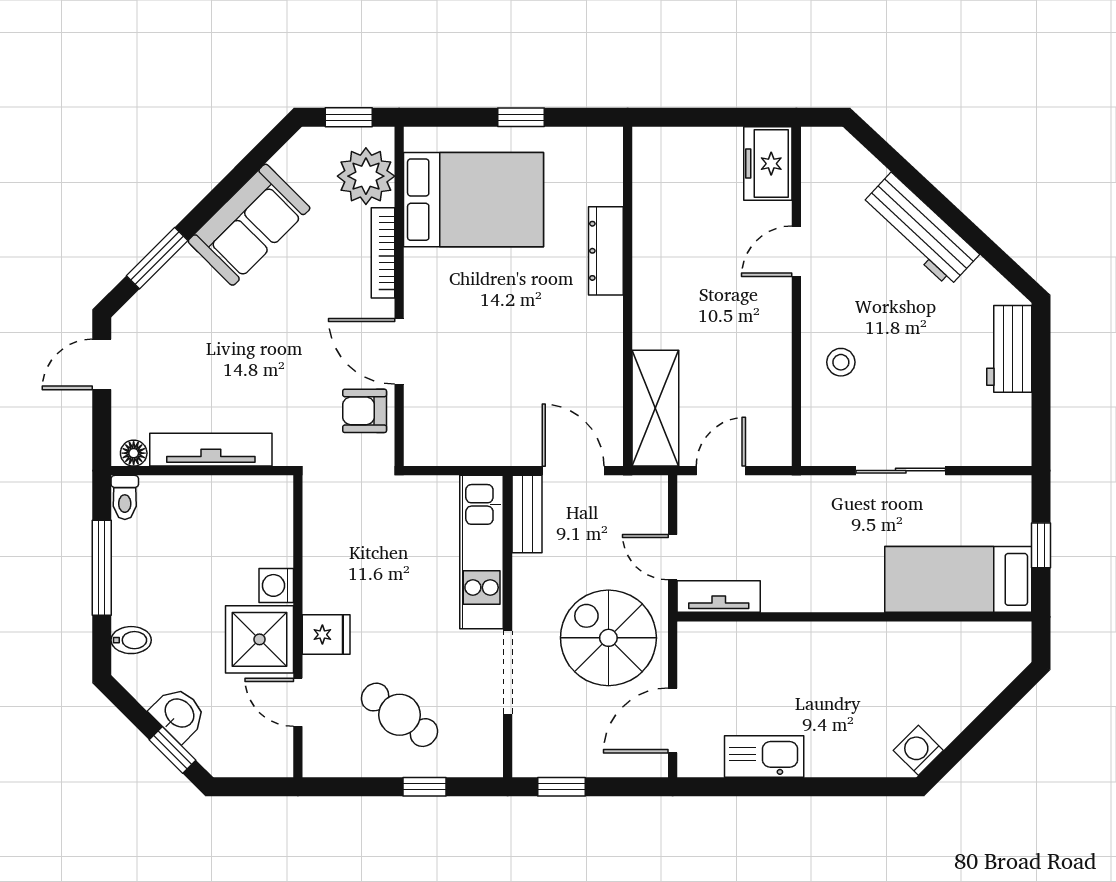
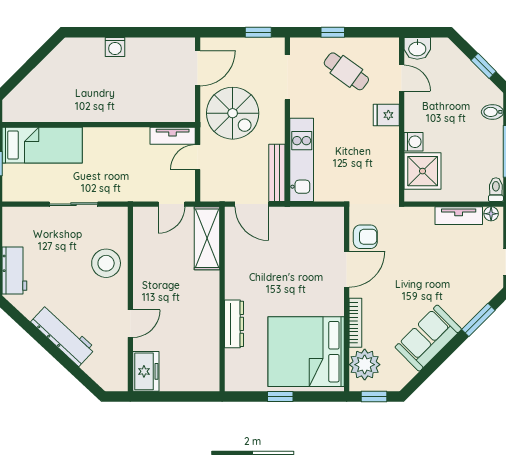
bed: (473, 200) -> (306, 352), width x1.36
door: (399, 351) -> (347, 269), hinge flipped
stool: (841, 362) -> (106, 263), width x1.89, depth x1.89
tv unit: (211, 450) -> (459, 216), width x0.71
bench: (527, 514) -> (277, 173), width x1.36
door: (673, 557) -> (198, 157), swing flipped
shower: (260, 639) -> (423, 171), moved
doorway: (508, 672) -> (287, 77), moved
washbasin: (179, 714) -> (417, 48), moved, turned -45
window: (173, 750) -> (484, 66), moved
washing machine: (918, 750) -> (115, 47), moved, turned 45
kitchen sink: (764, 756) -> (148, 49), removed

